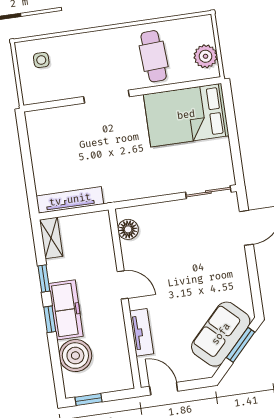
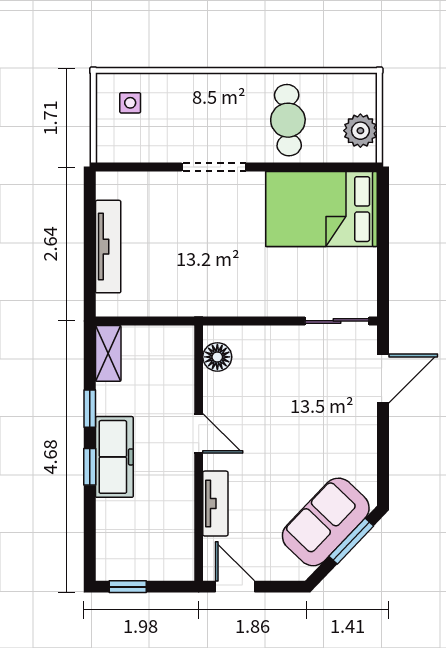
tv unit: (70, 200) -> (108, 247), moved, turned 90
boiler: (75, 356) -> (118, 523), removed

